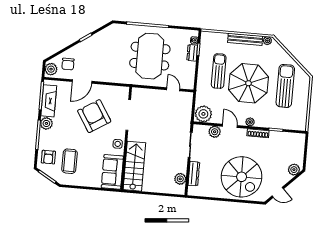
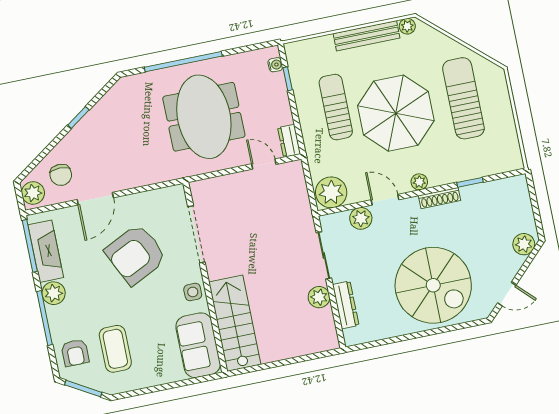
dresser: (192, 53) -> (289, 141), moved
armchair: (94, 116) -> (136, 254), turned -84
plant: (180, 179) -> (319, 297), moved

